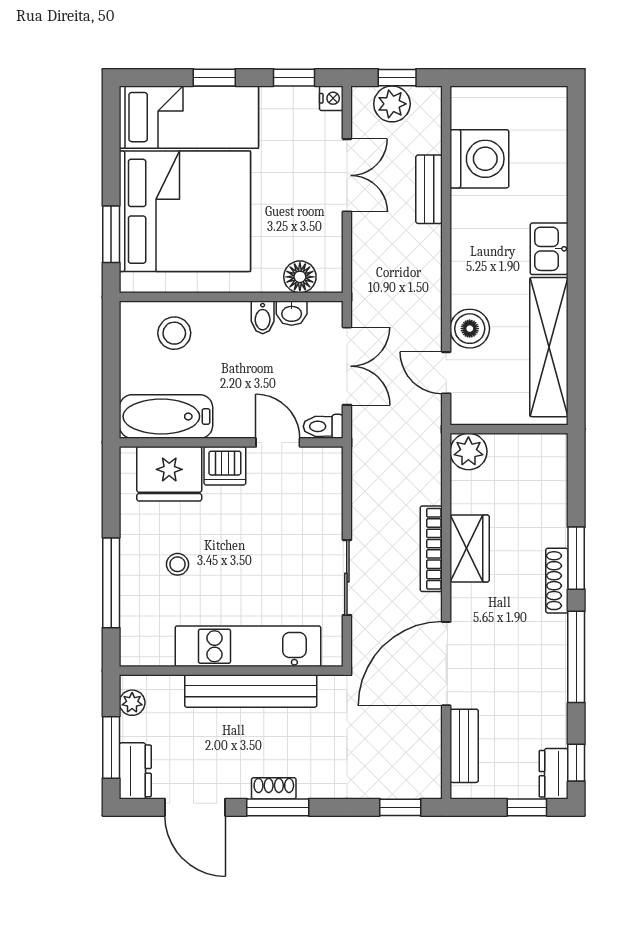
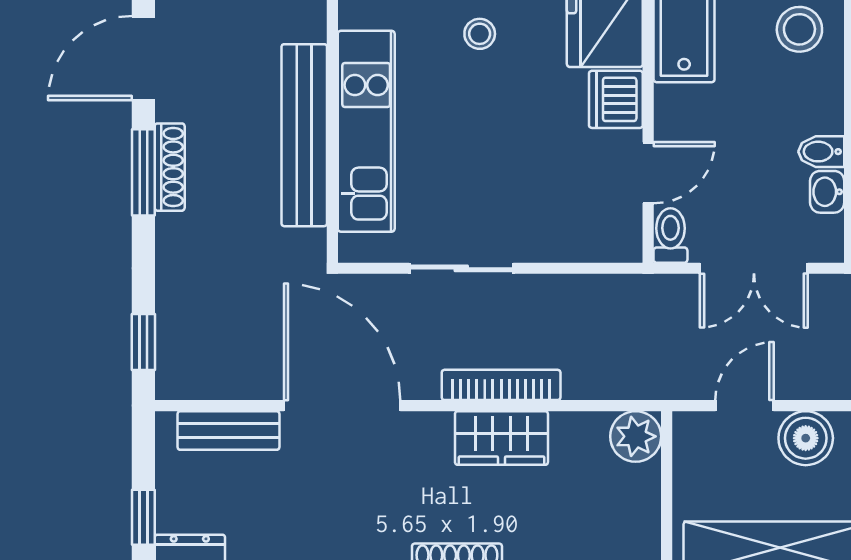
shoe rack: (274, 788) -> (170, 167), width x1.43

